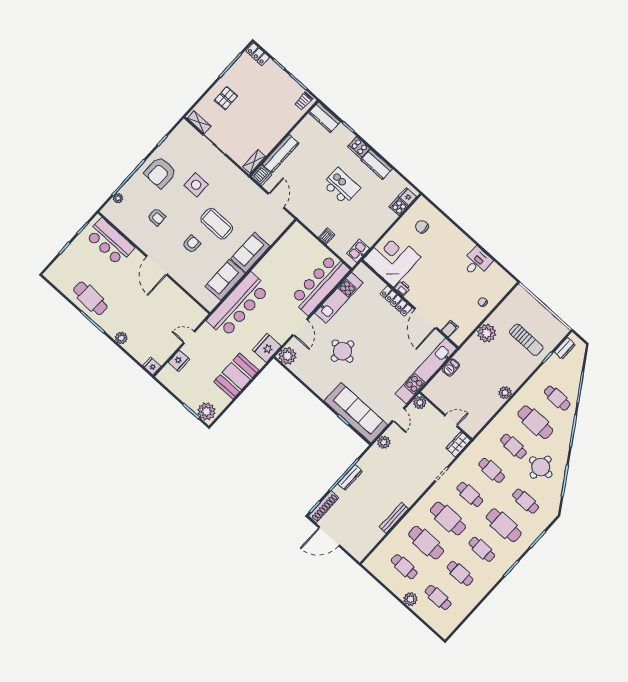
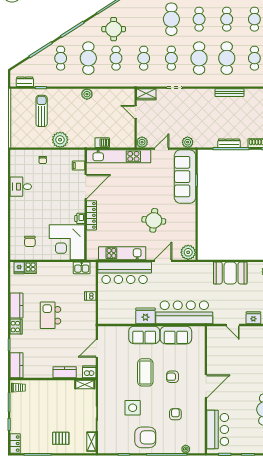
kitchen counter: (281, 154) -> (65, 372), width x0.67
fridge: (267, 348) -> (145, 316), moved, turned 180
cafe table: (526, 501) -> (144, 19), removed

